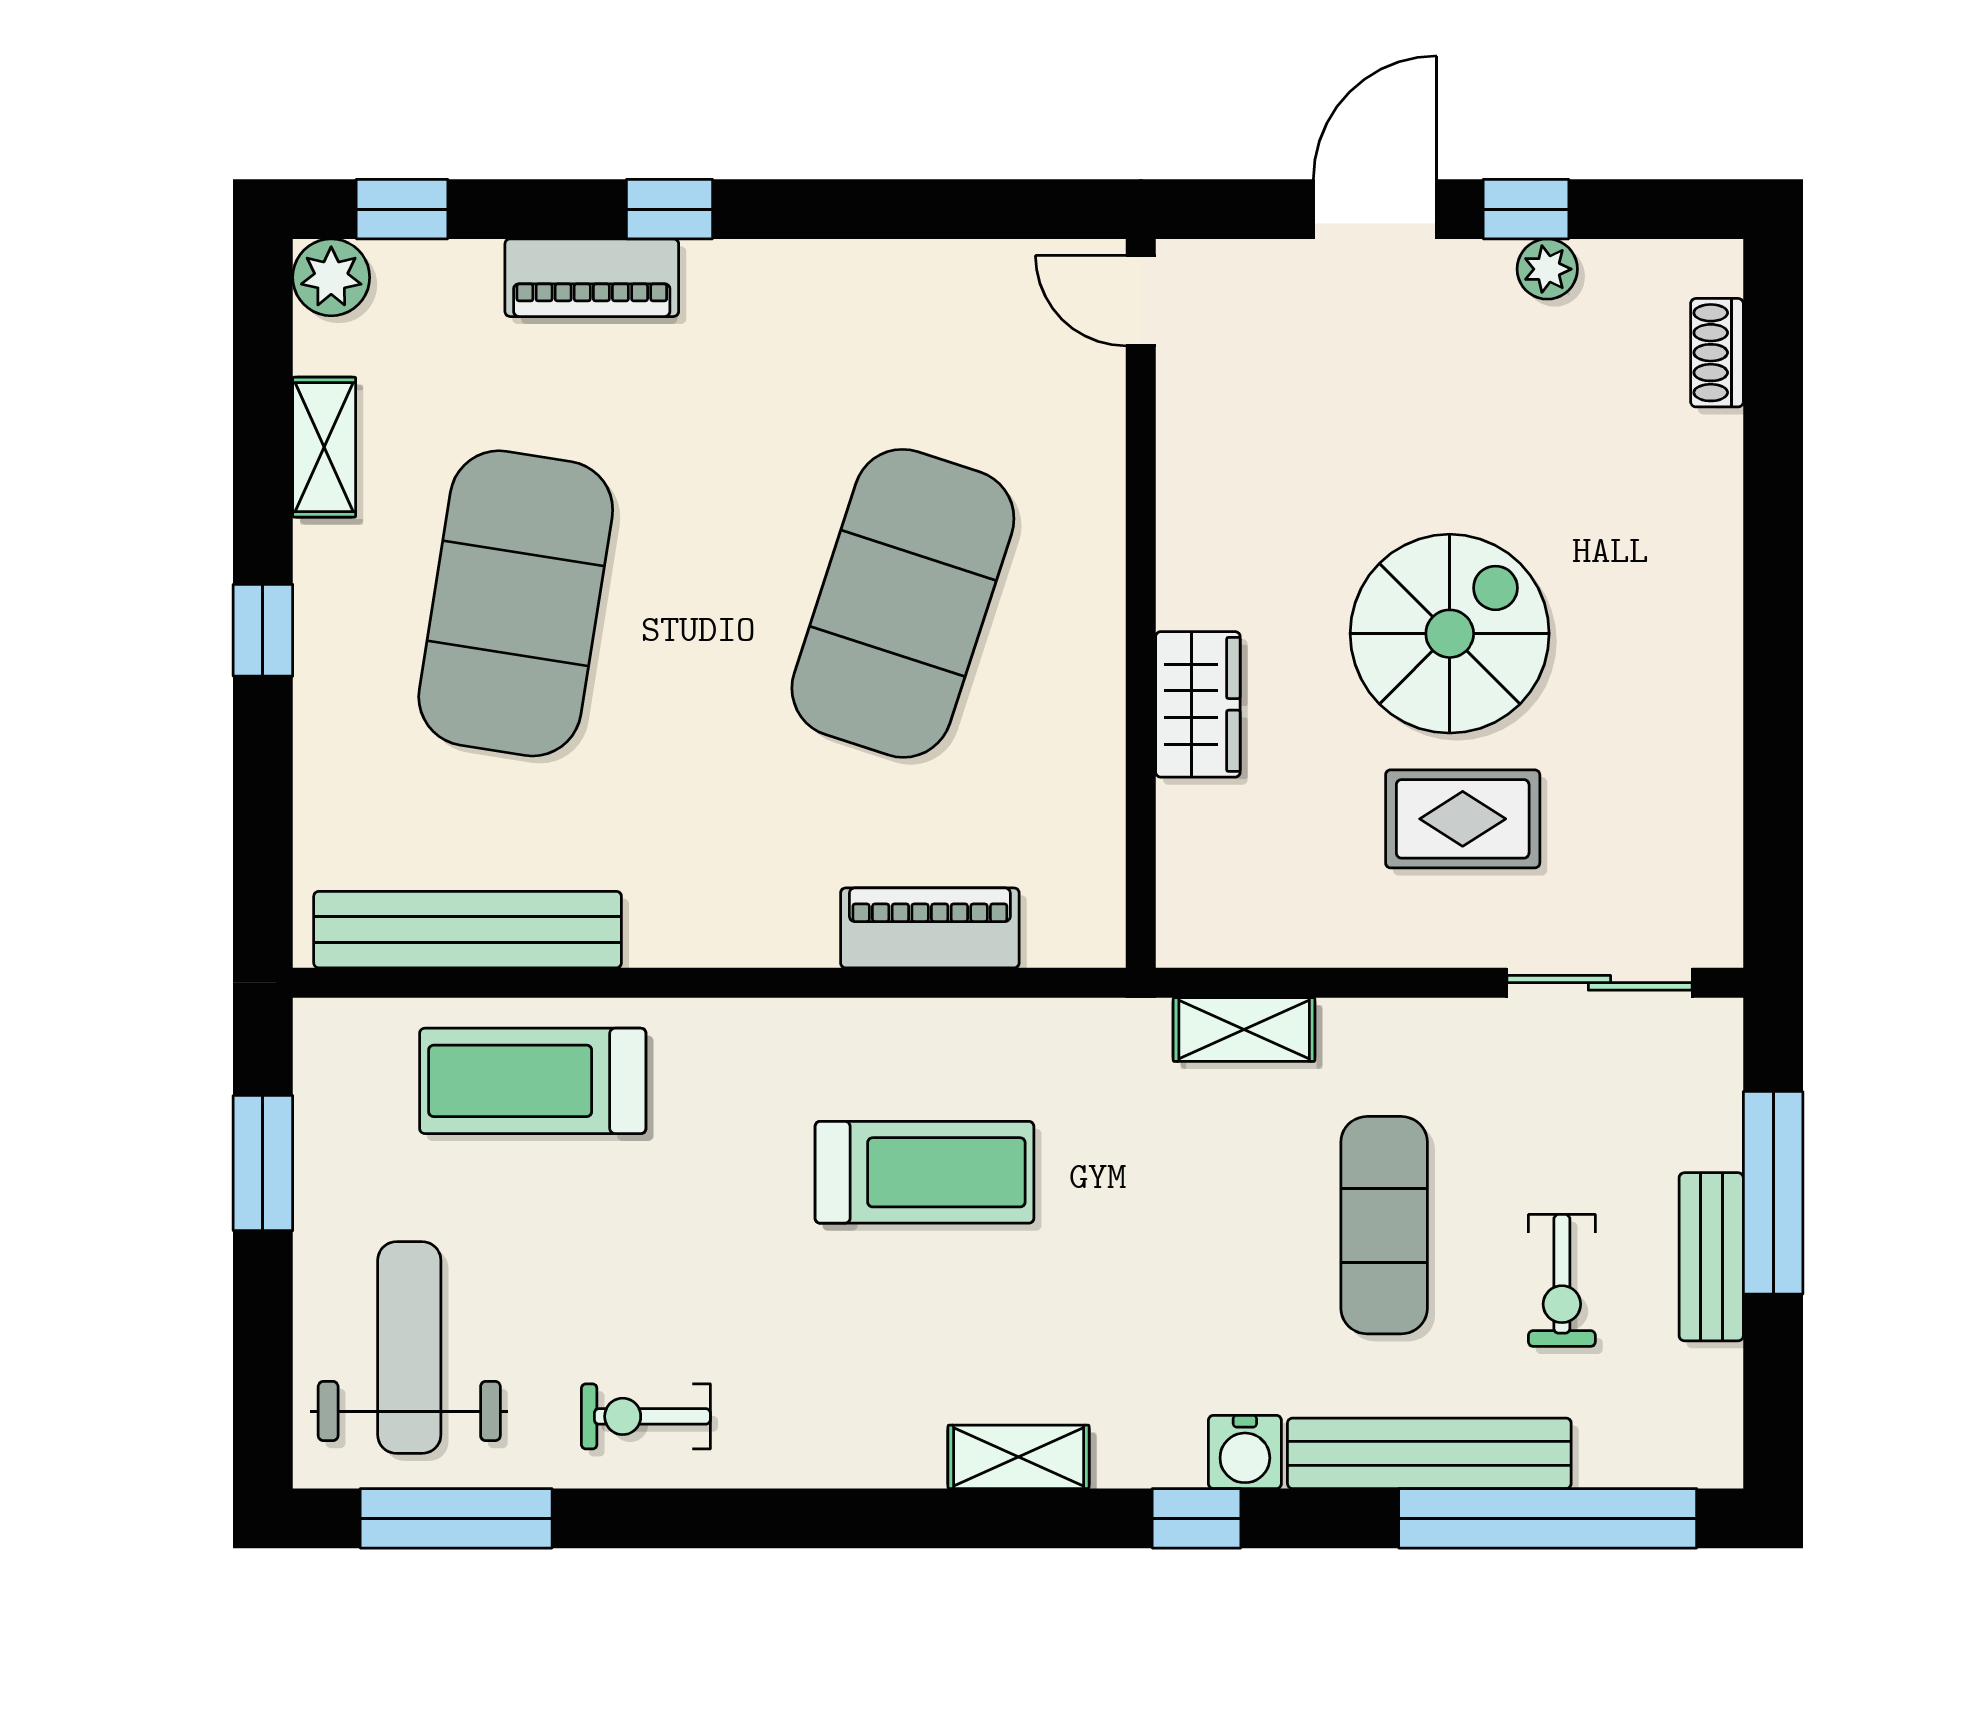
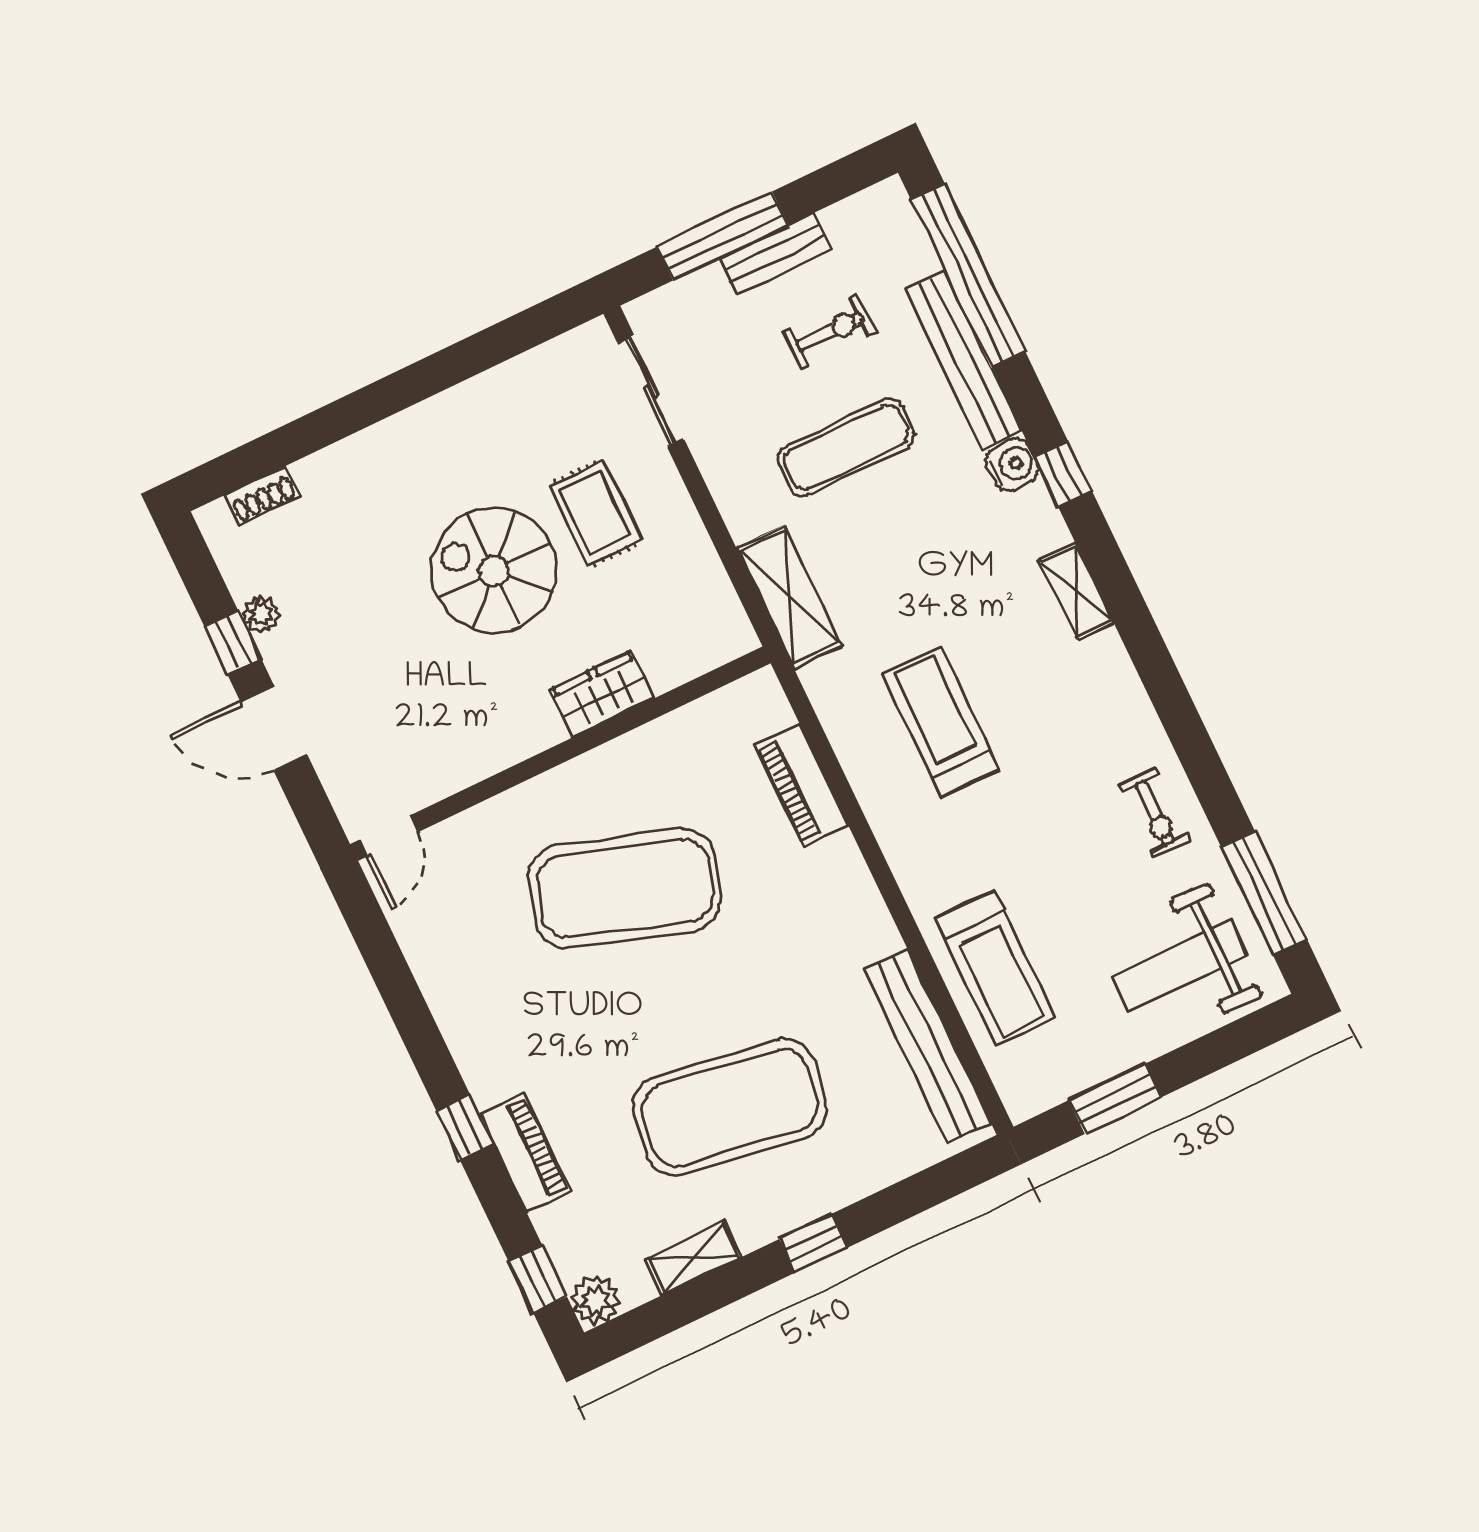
shelving: (1244, 1030) -> (789, 597), width x1.50, depth x1.33

